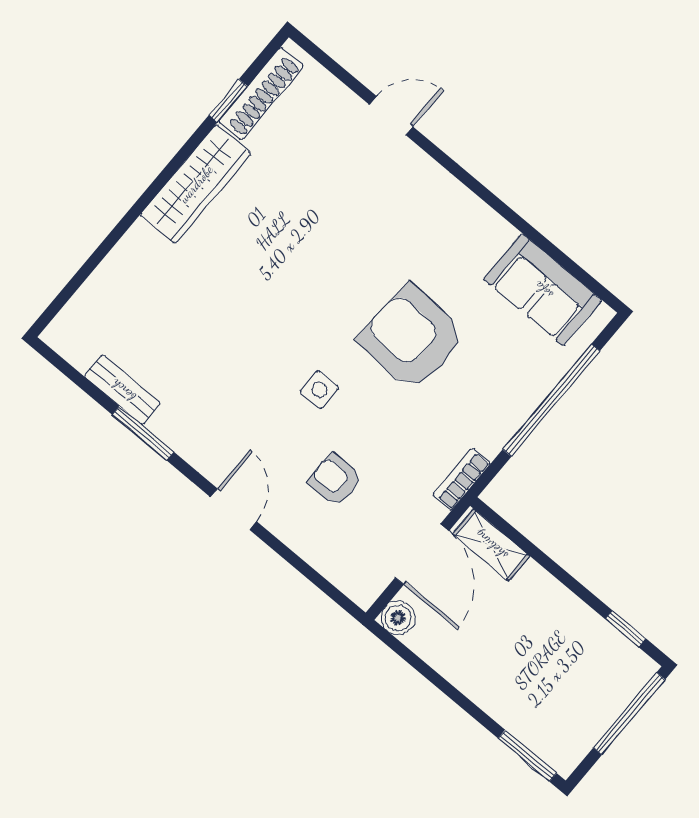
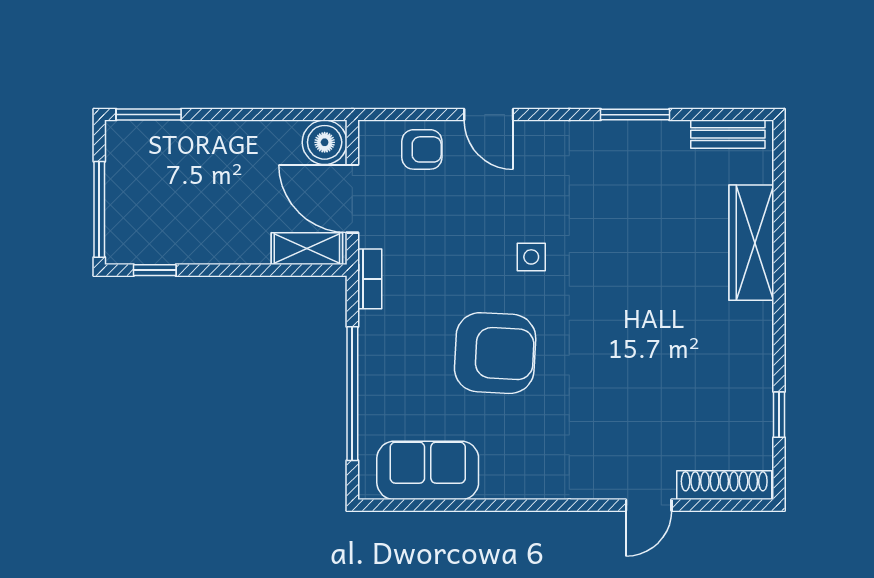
shoe rack: (261, 94) -> (724, 485), moved, turned 90
wardrobe: (196, 184) -> (751, 243), moved
bench: (123, 390) -> (728, 134), moved
armchair: (335, 480) -> (422, 149), moved
door: (234, 509) -> (489, 115), moved
boiler: (398, 618) -> (325, 142), width x1.36, depth x1.36

